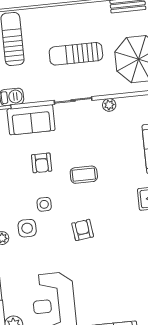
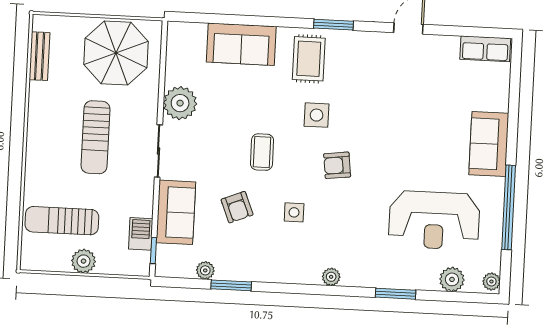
plant: (109, 105) -> (180, 103), width x1.87, depth x1.87
armchair: (42, 163) -> (237, 207), turned 68
side table: (27, 228) -> (317, 115), moved

